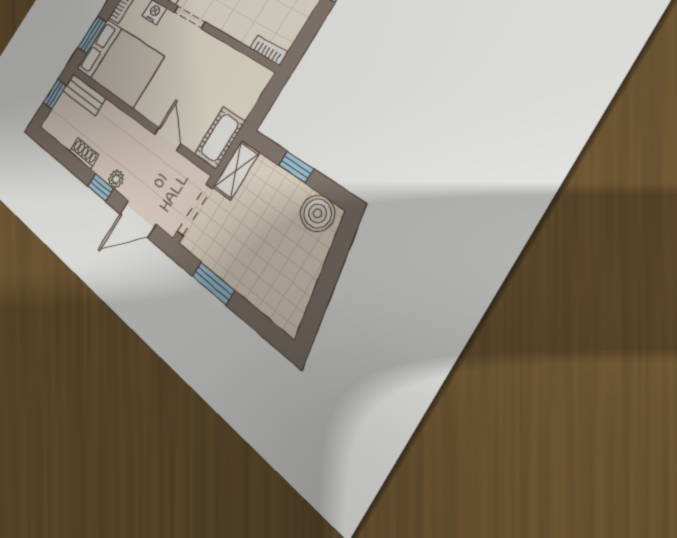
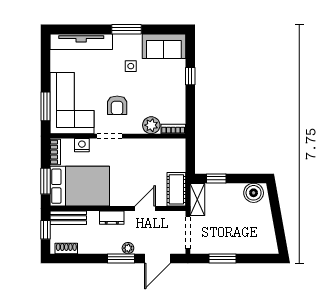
plant: (245, 30) -> (151, 125), added
dresser: (125, 126) -> (112, 218), added
door: (168, 139) -> (145, 208), hinge flipped
shoe rack: (84, 153) -> (66, 248), moved
window: (296, 167) -> (216, 178), moved
window: (101, 187) -> (121, 258), width x1.50

